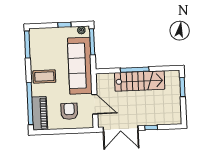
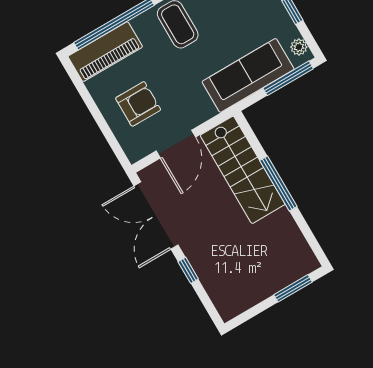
sofa: (80, 66) -> (248, 75), width x0.74, depth x0.79
stairs: (140, 81) -> (243, 170), moved

